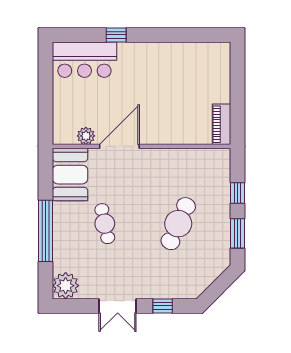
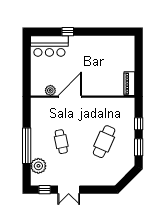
booth: (70, 175) -> (41, 113), removed
plant: (66, 286) -> (38, 166), moved
window: (163, 306) -> (45, 190), moved

